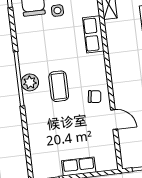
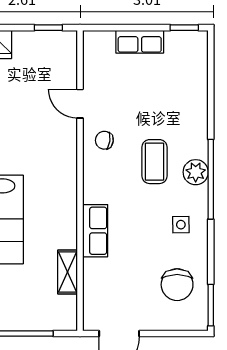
side table: (57, 11) -> (181, 225), moved

